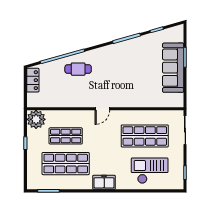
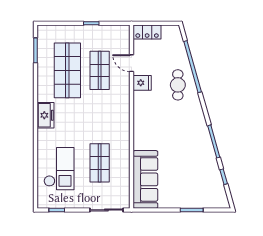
sofa: (173, 68) -> (145, 179), moved, turned 90
locker: (33, 80) -> (147, 32), moved
fridge: (76, 100) -> (142, 83), added
door: (102, 109) -> (131, 63), moved
plant: (36, 119) -> (119, 36), removed
shop shelf: (145, 136) -> (100, 163), width x0.70, depth x0.74

